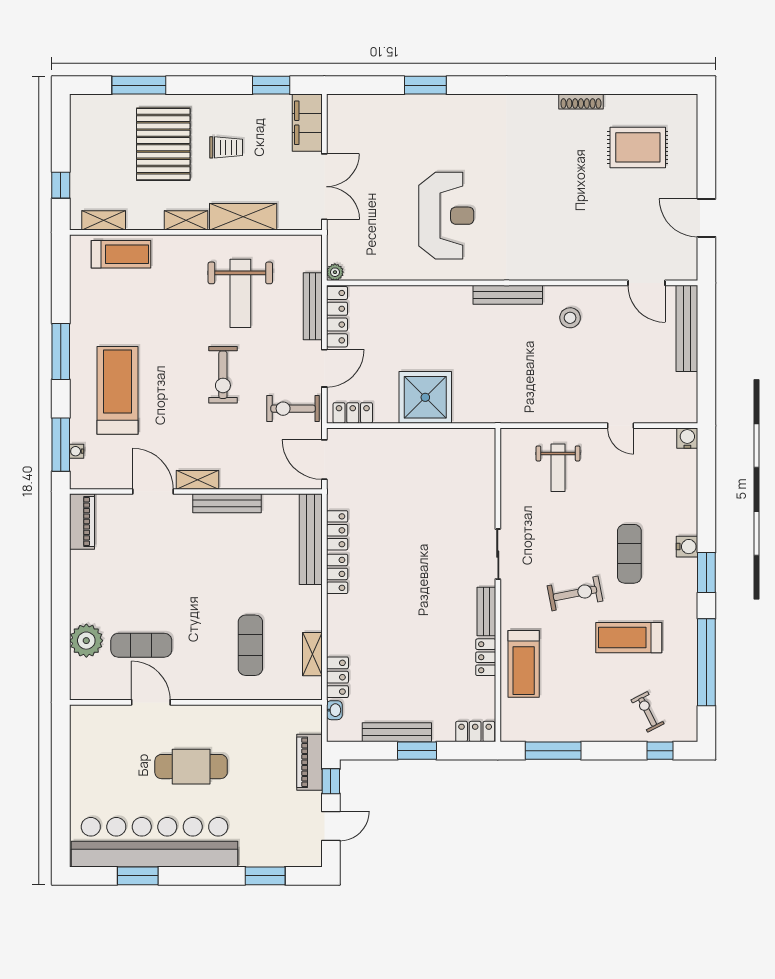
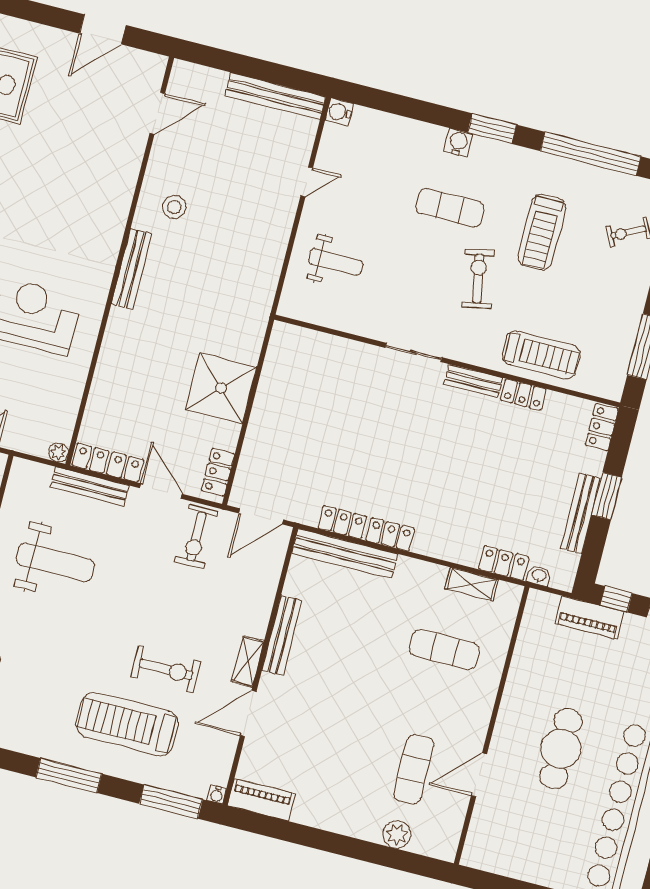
bench: (687, 328) -> (275, 96), moved
exercise bike: (223, 375) -> (166, 669), moved
water cooler: (77, 451) -> (217, 795), moved
plant: (86, 641) -> (397, 835), width x0.73, depth x0.73

